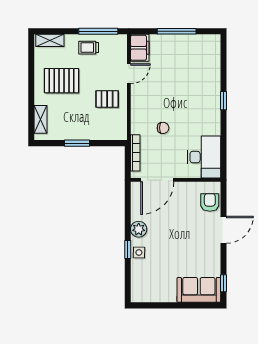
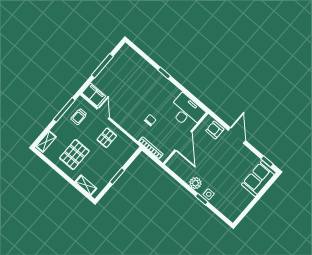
trolley: (89, 48) -> (79, 117), moved
door: (157, 180) -> (183, 141), moved

